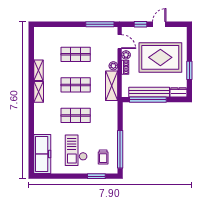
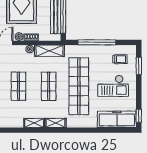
shop shelf: (76, 115) -> (79, 86), width x2.00, depth x1.36
window: (120, 149) -> (97, 42), moved
window: (46, 176) -> (139, 116), added

